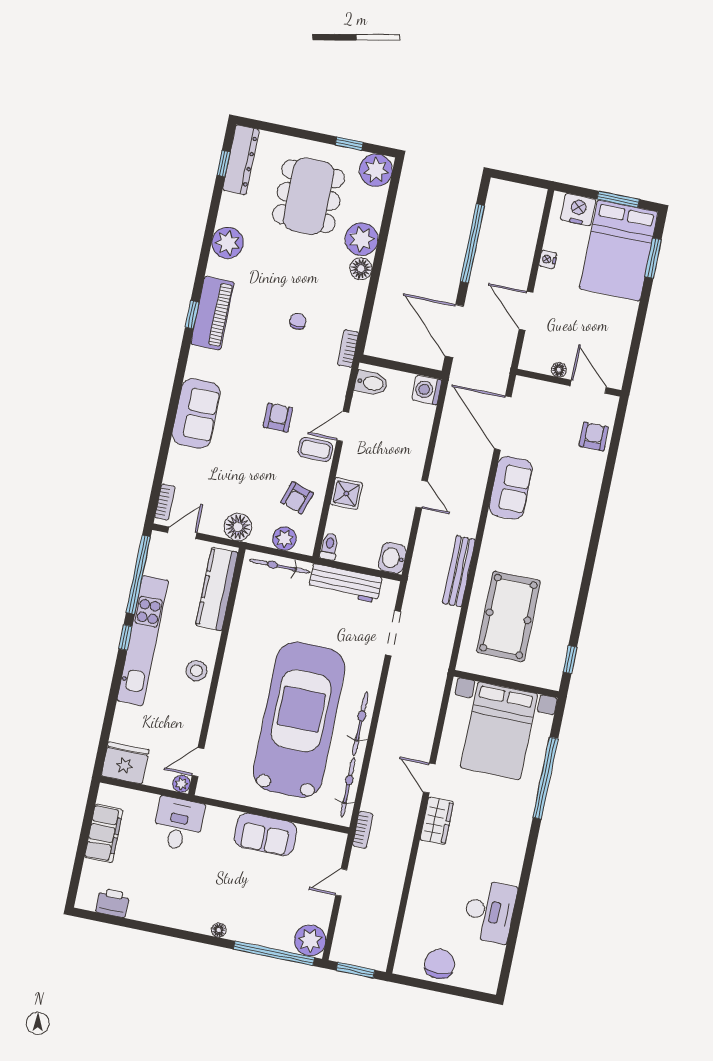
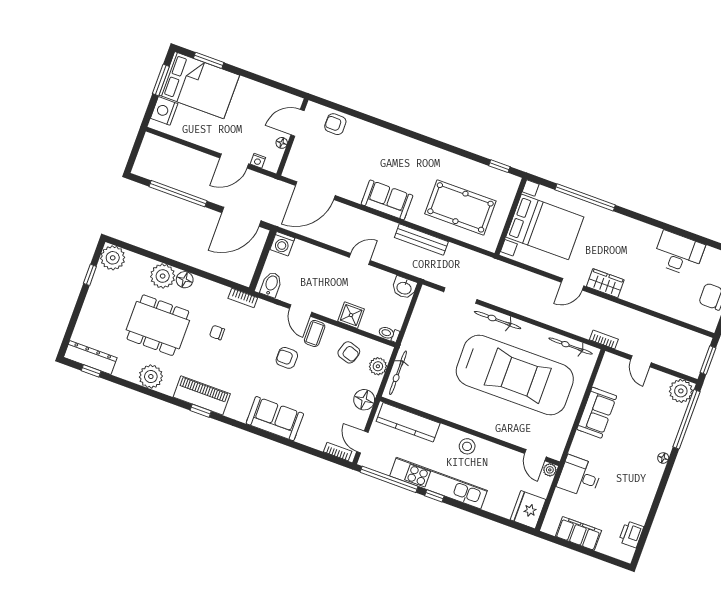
dining table: (309, 196) -> (158, 325), moved
nightstand: (548, 259) -> (258, 161), moved
sofa: (511, 488) -> (387, 200), moved
workbench: (345, 583) -> (418, 326), removed
car: (299, 720) -> (515, 375), turned 180
bicycle: (360, 724) -> (498, 320), moved

